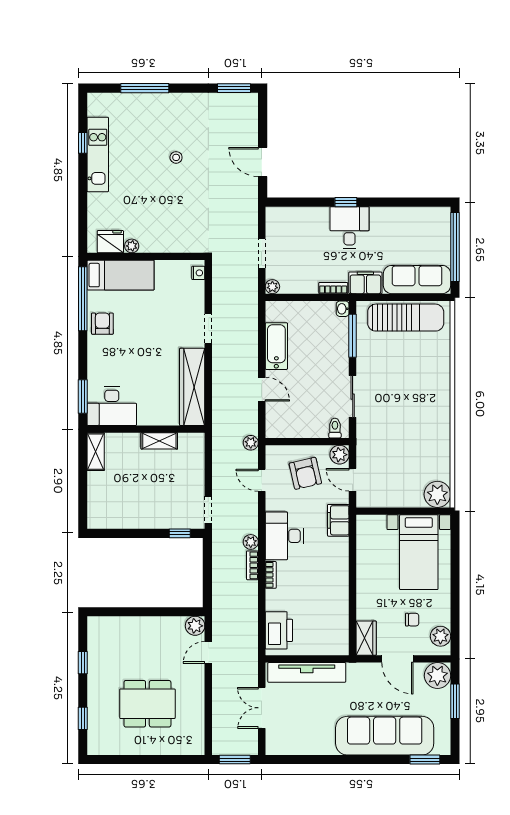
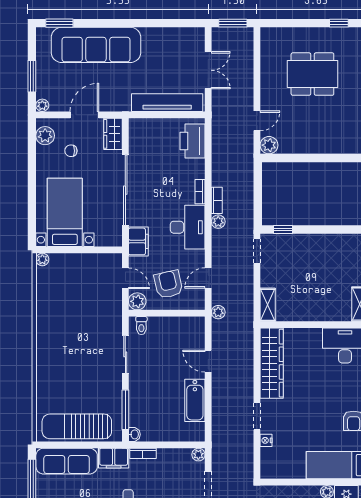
nightstand: (198, 273) -> (266, 440), moved
shelving: (159, 441) -> (268, 305), moved, turned 90
door: (262, 480) -> (208, 278), swing flipped
plant: (437, 494) -> (42, 259), width x0.53, depth x0.53
sliding door: (353, 576) -> (125, 190), added
door: (397, 659) -> (84, 115), hinge flipped
plant: (437, 676) -> (42, 105), width x0.53, depth x0.53
window: (119, 760) -> (339, 23), added

